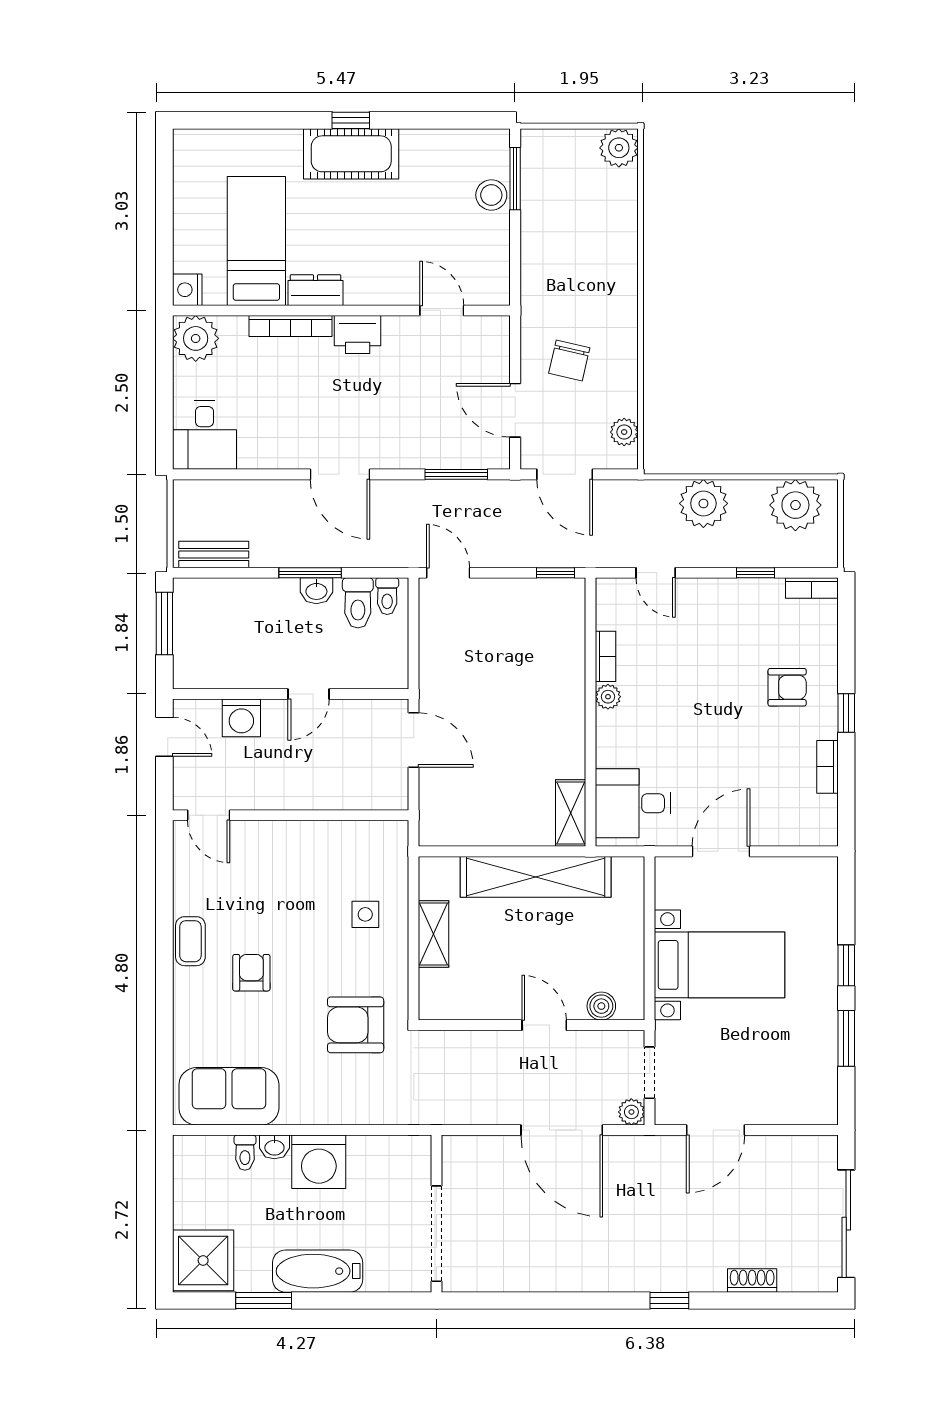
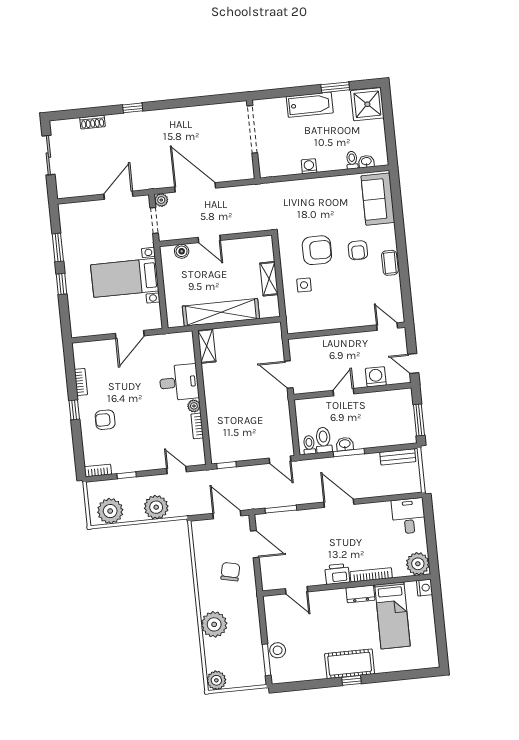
plant: (624, 432) -> (214, 624), moved, width x1.88, depth x1.88
desk: (633, 803) -> (179, 382), moved
armchair: (356, 1025) -> (317, 250), moved
sofa: (229, 1096) -> (378, 199), moved, turned 90
washbasin: (274, 1147) -> (366, 162), moved
washing machine: (319, 1162) -> (309, 166), width x0.53, depth x0.53
sliding door: (846, 1224) -> (48, 155), width x0.73

